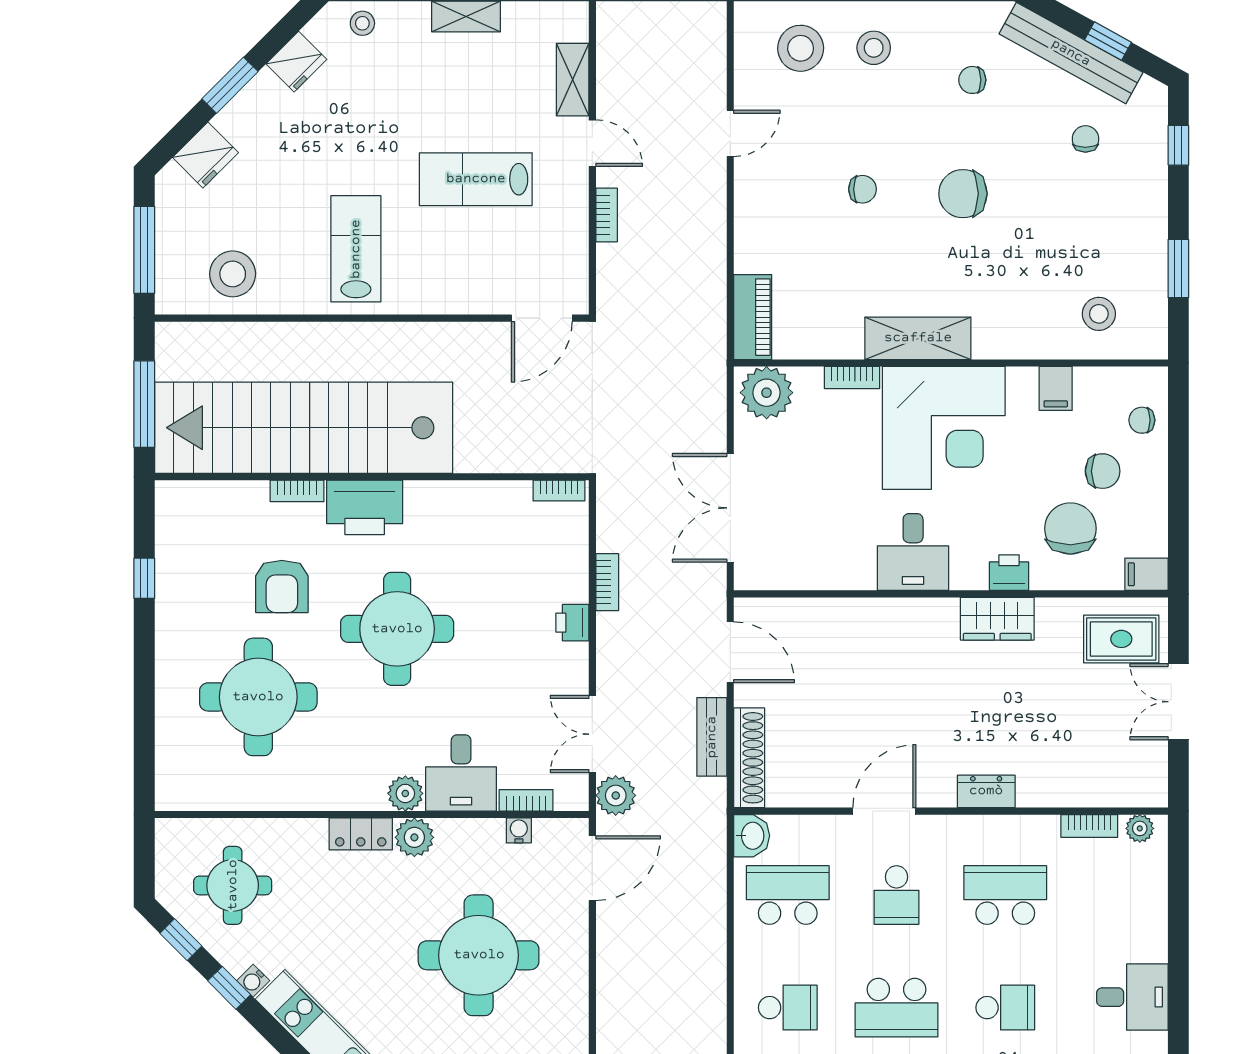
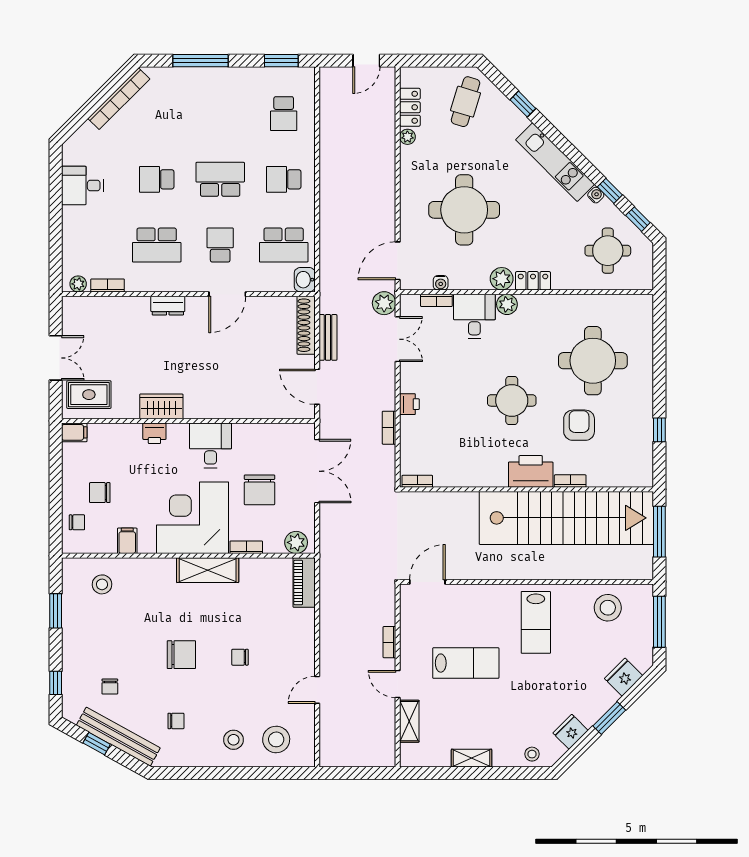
plant: (767, 393) -> (296, 542), width x0.73, depth x0.73
chair: (1070, 529) -> (260, 490), moved
round table: (397, 629) -> (512, 400), width x0.73, depth x0.73

